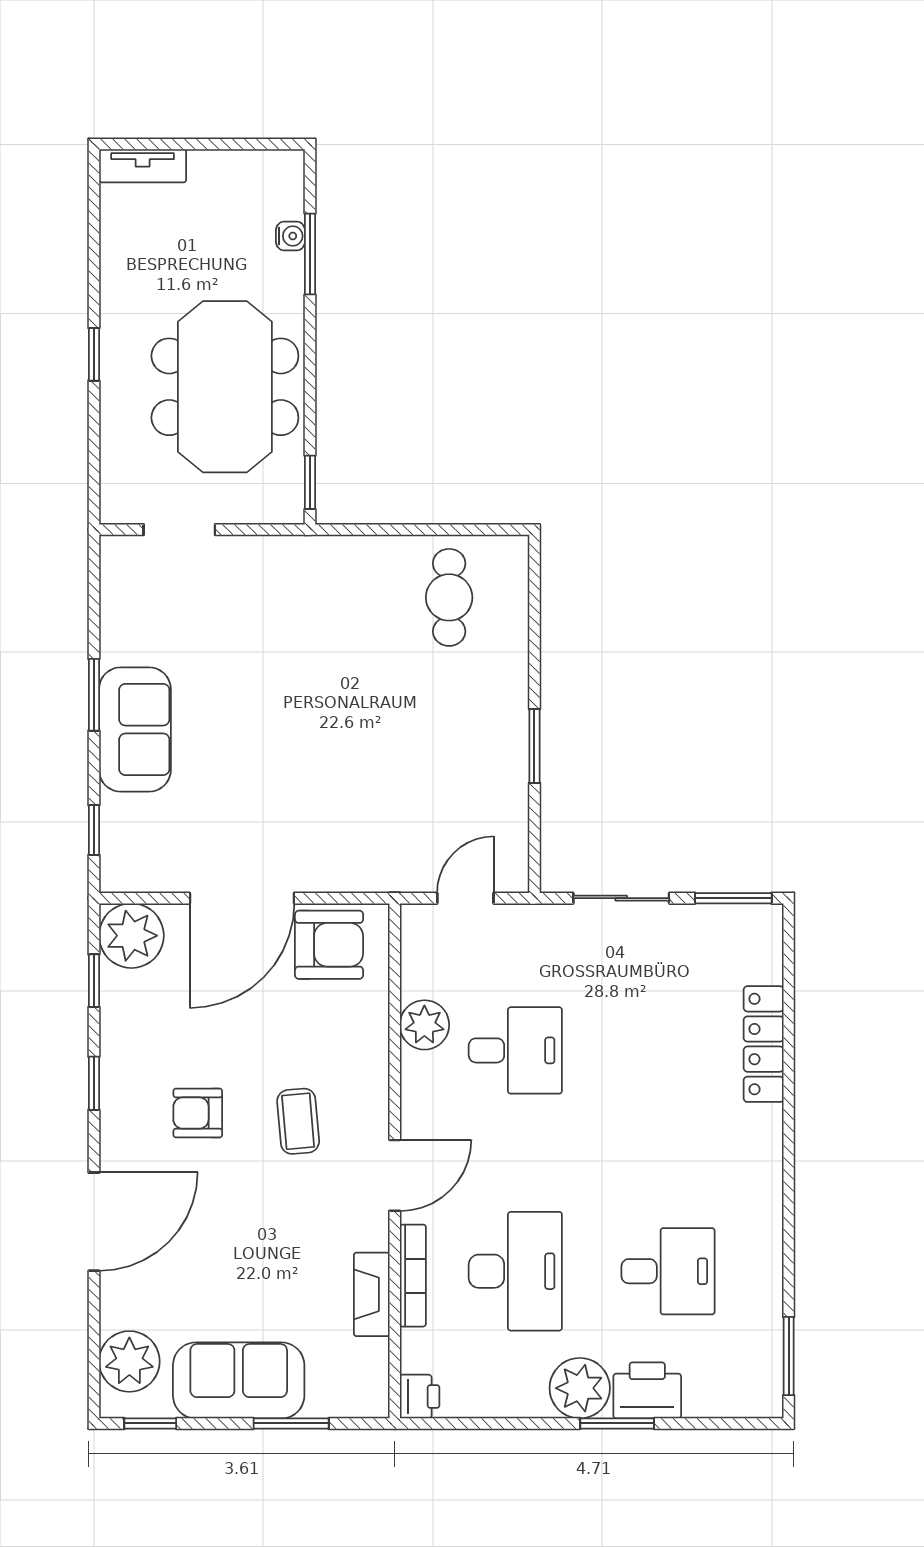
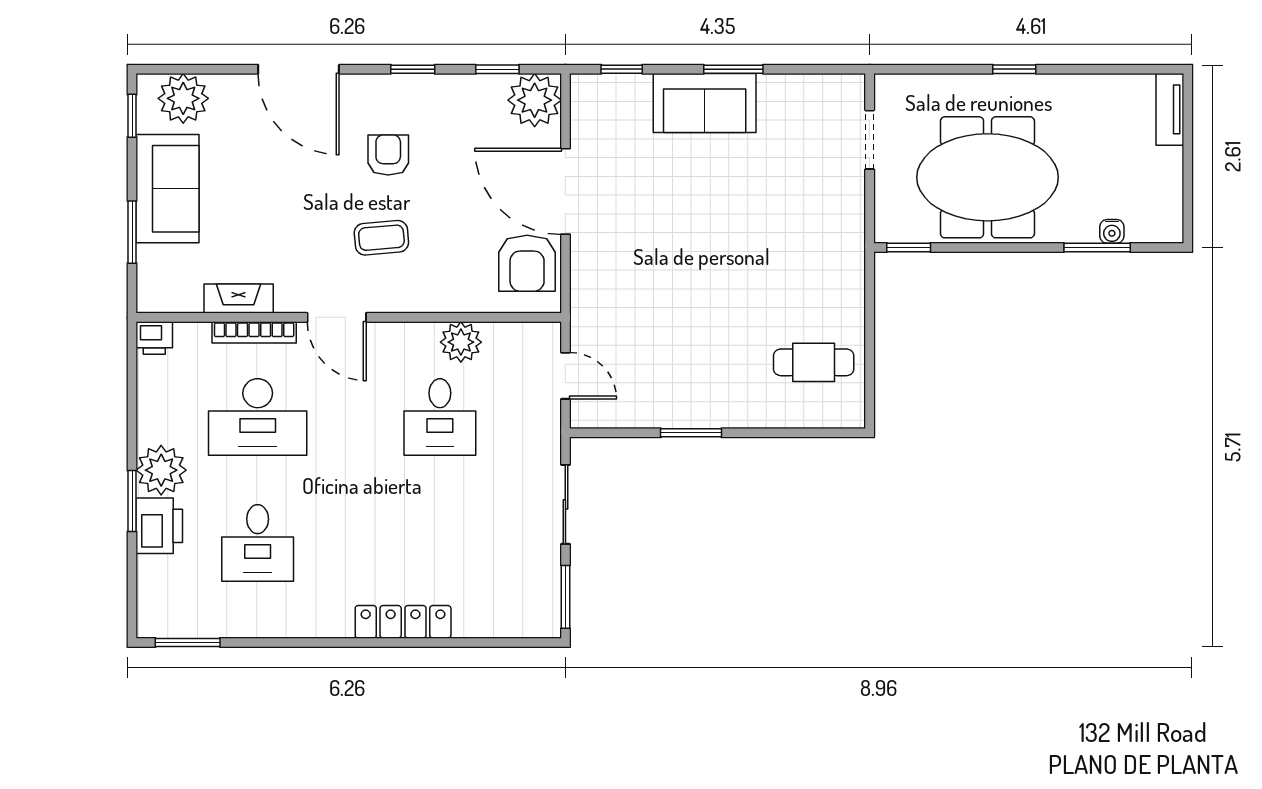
locker: (764, 1044) -> (403, 622), moved

